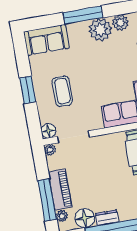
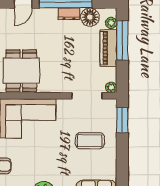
window: (28, 90) -> (122, 120), moved
coffee table: (62, 91) -> (90, 141), turned 90
floor lamp: (48, 131) -> (110, 106), removed

